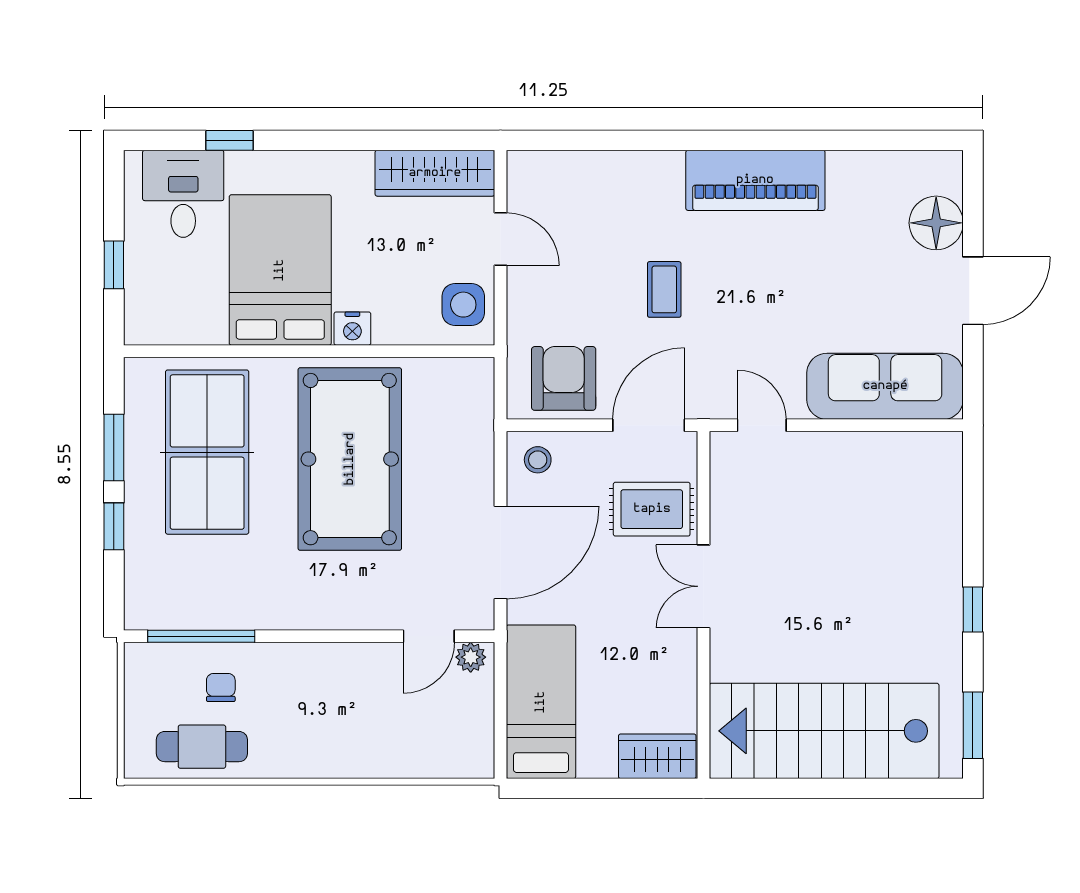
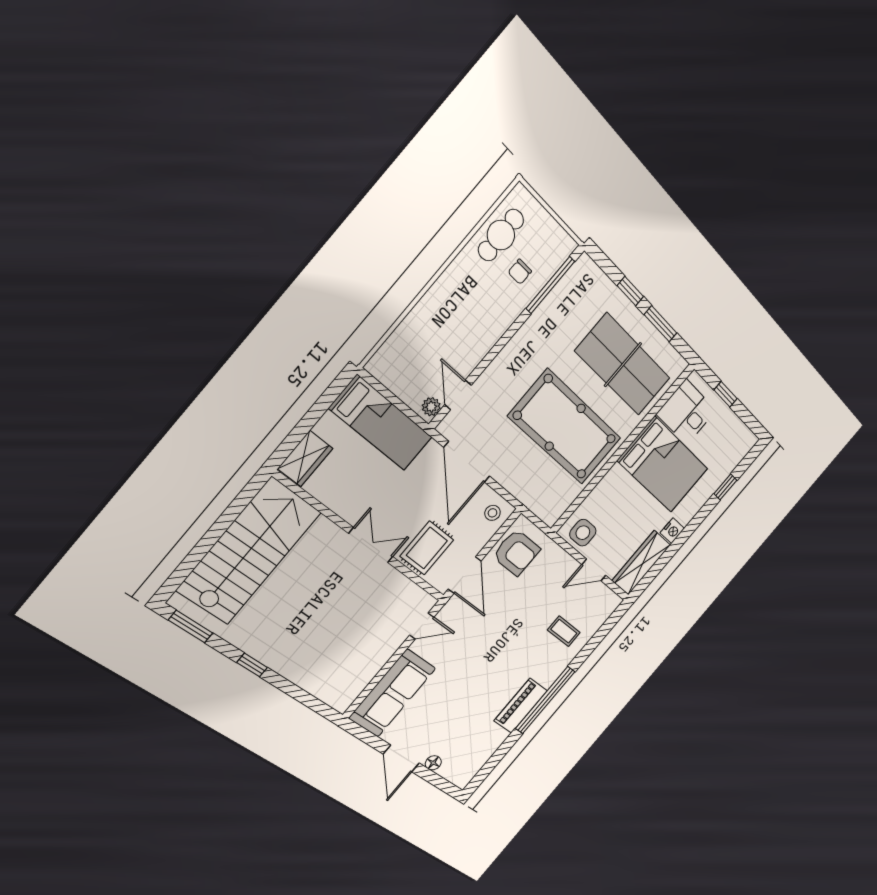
window: (739, 140) -> (545, 700), added
piano: (755, 180) -> (521, 706), width x0.73, depth x0.75
desk: (183, 194) -> (686, 412), moved, turned 180
floor lamp: (936, 223) -> (433, 763), width x0.53, depth x0.53
coffee table: (664, 289) -> (564, 631), moved
nightstand: (352, 329) -> (672, 531), moved, turned 180
chair: (221, 688) -> (520, 272), turned 90

